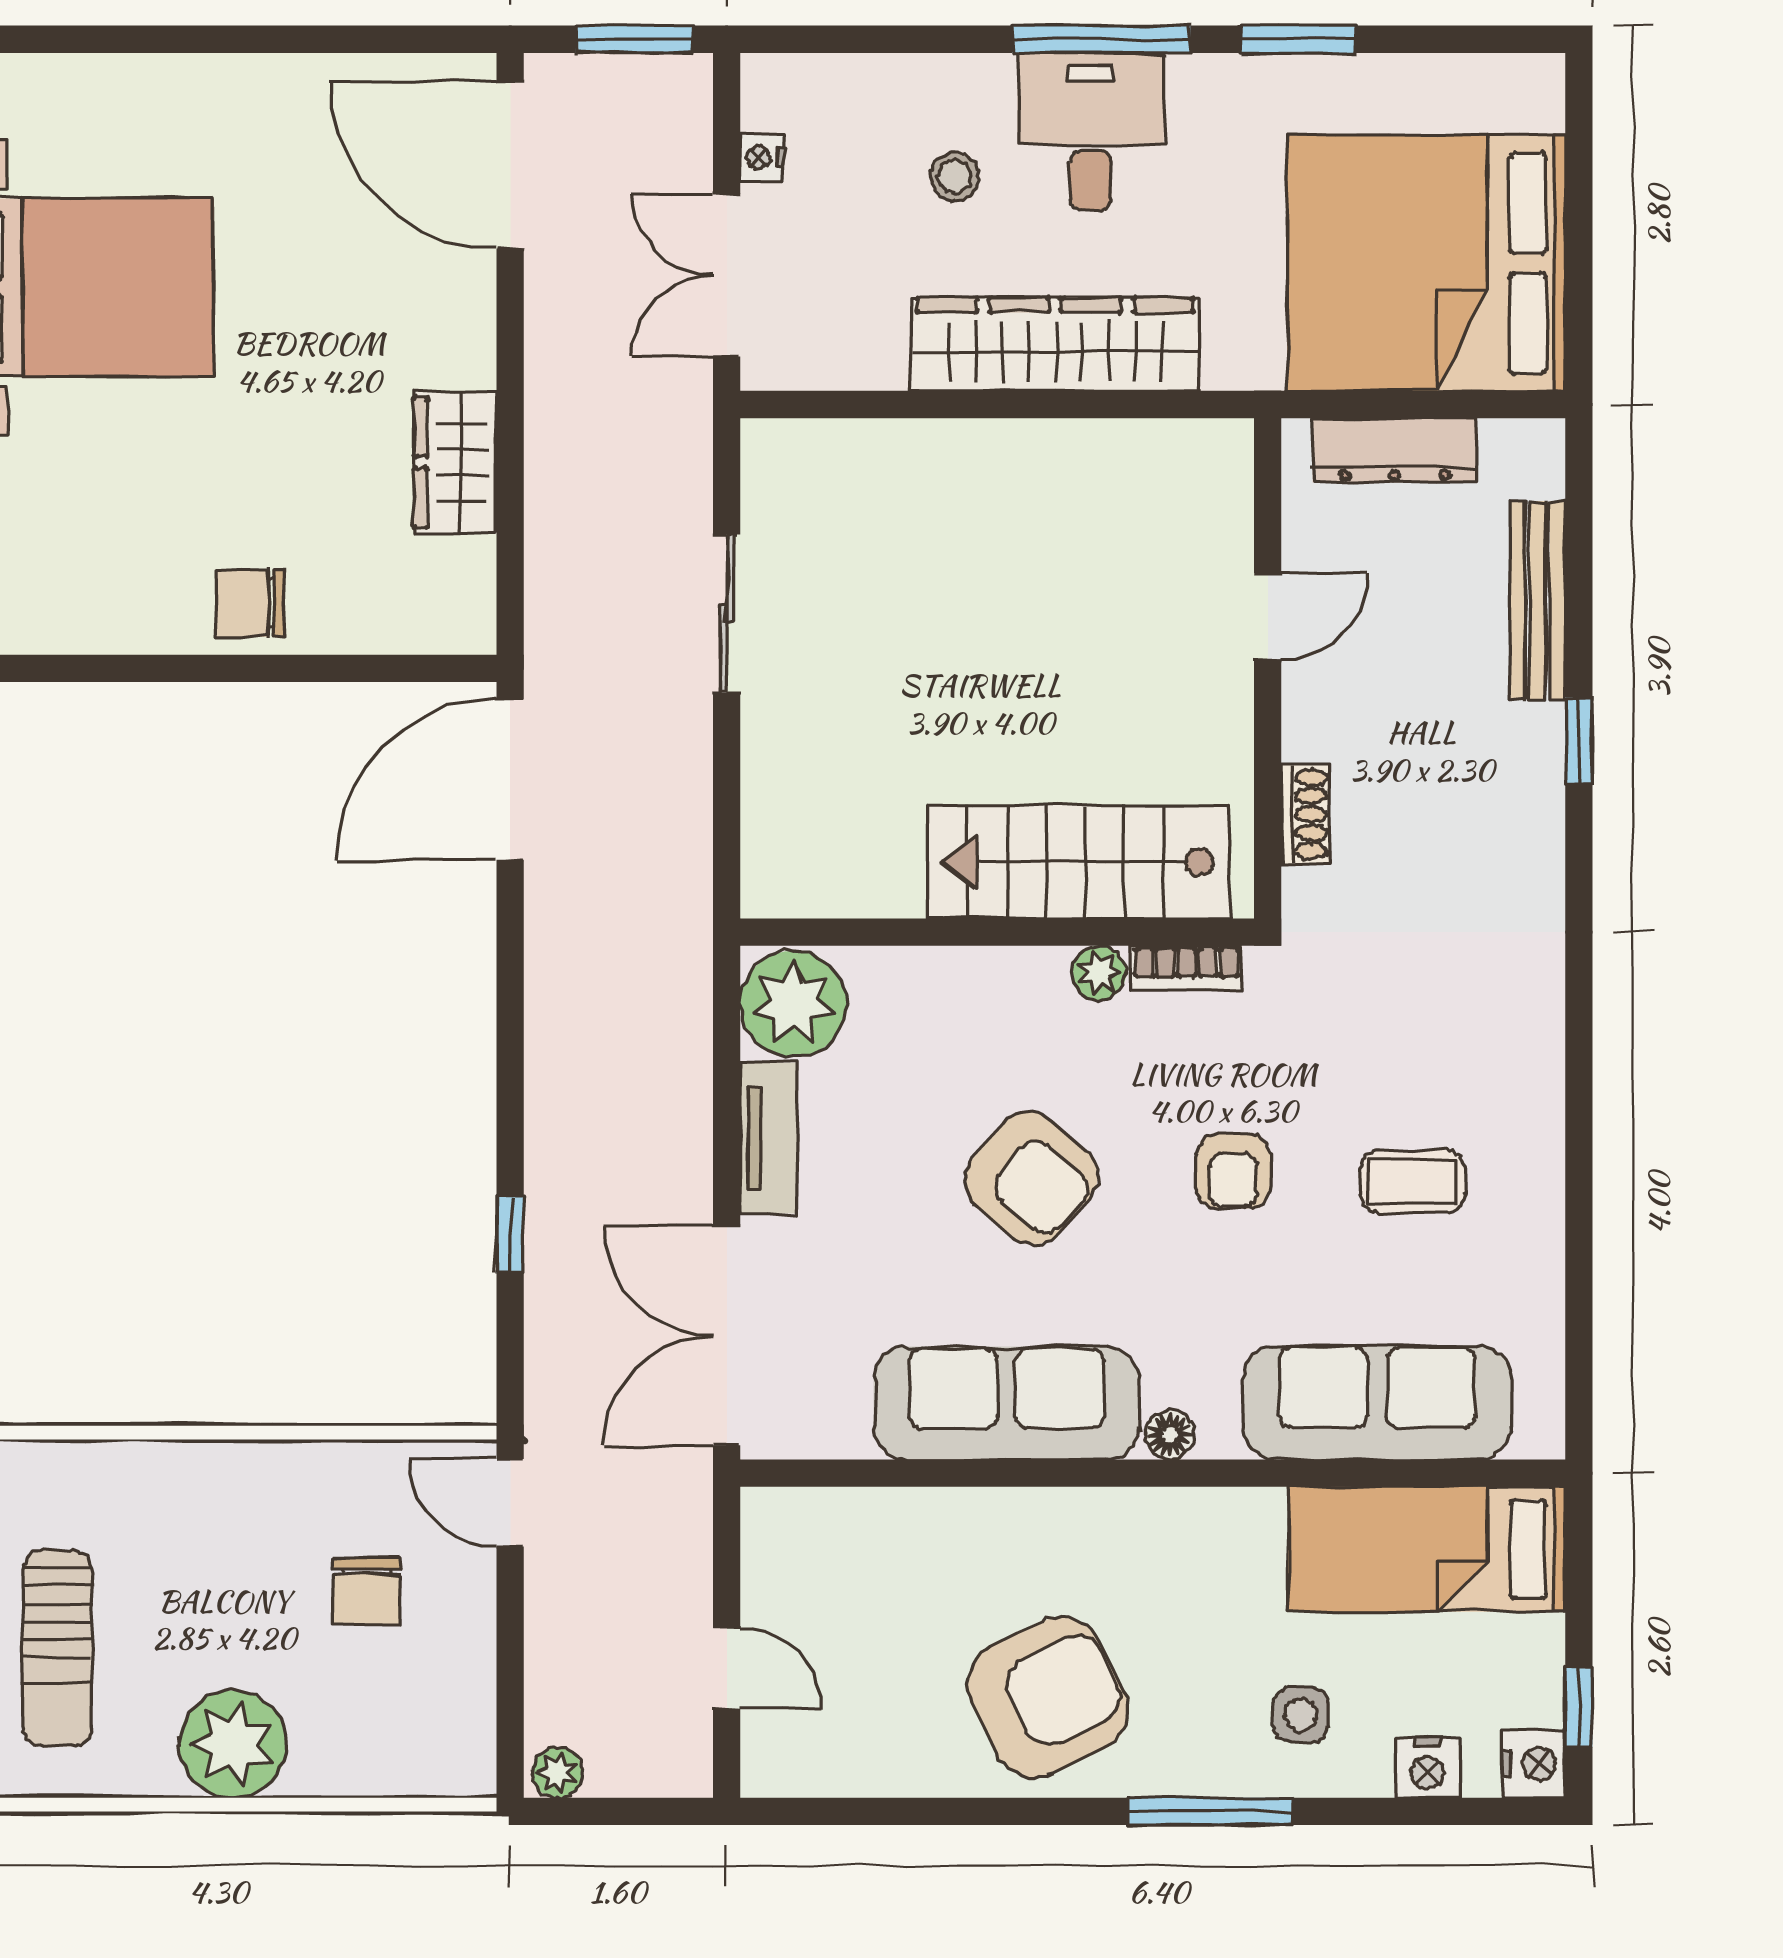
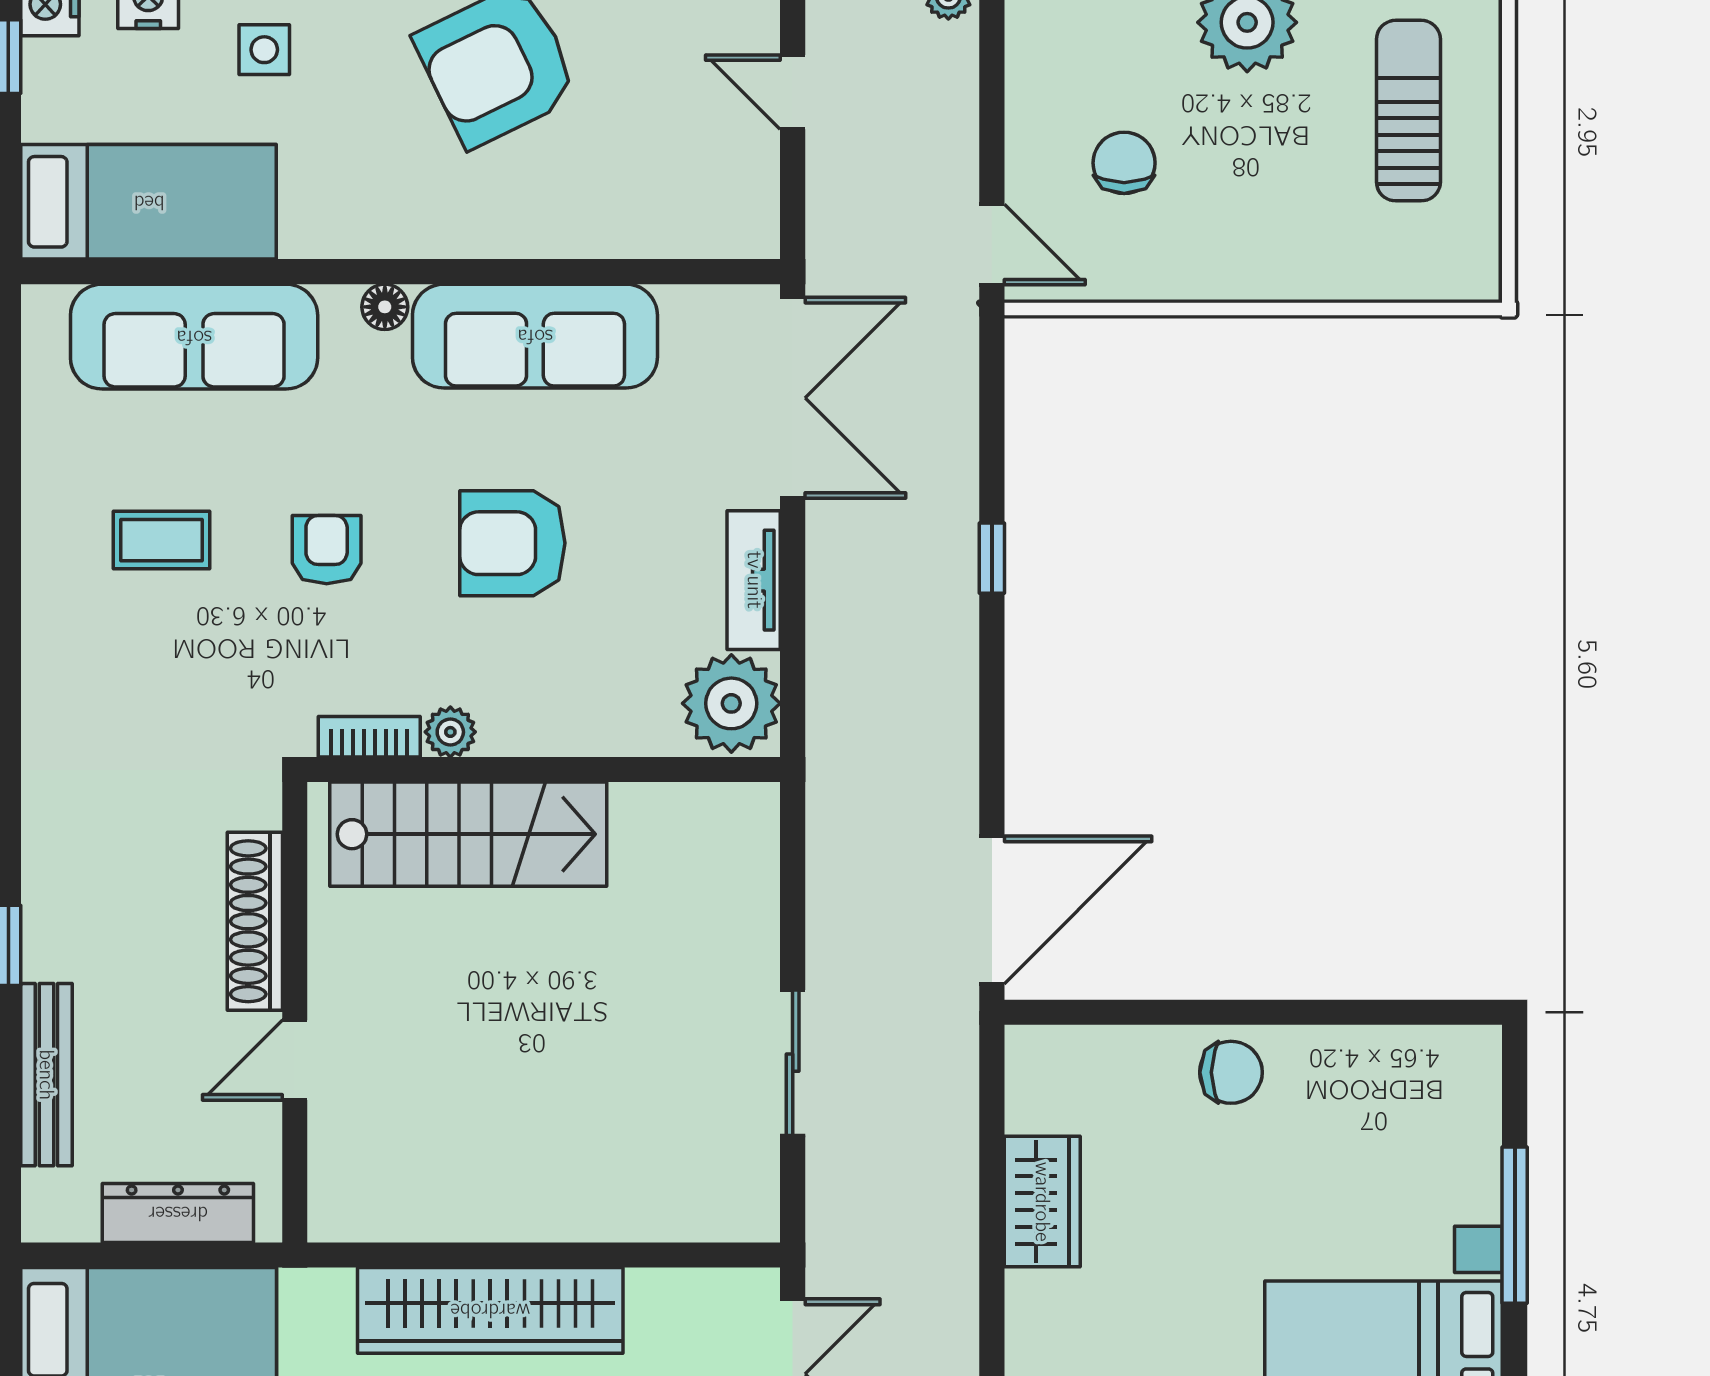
shoe rack: (1305, 814) -> (255, 921), width x1.94, depth x1.24
armchair: (1031, 1178) -> (512, 543), turned -41
window: (510, 1234) -> (992, 558), moved

